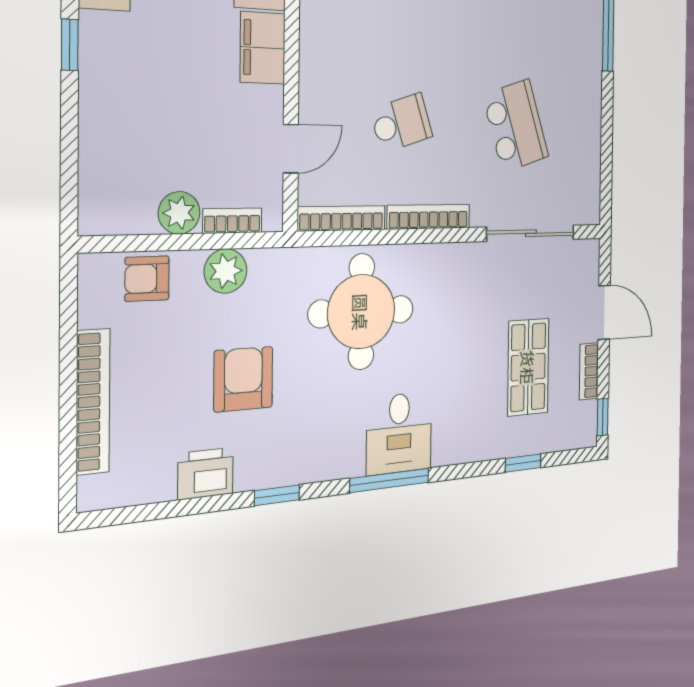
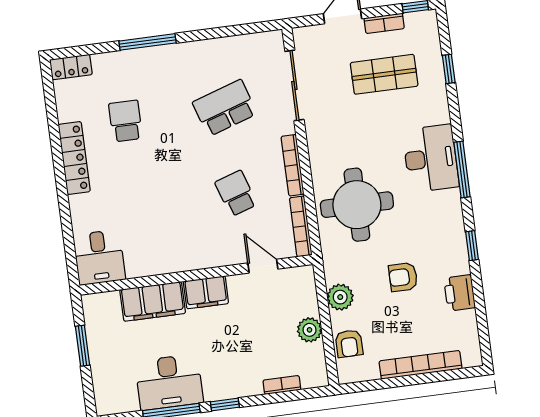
bookcase: (232, 221) -> (282, 385), moved, turned 90
armchair: (243, 379) -> (403, 277), width x0.72, depth x0.72
desk: (399, 433) -> (431, 158), width x1.37

